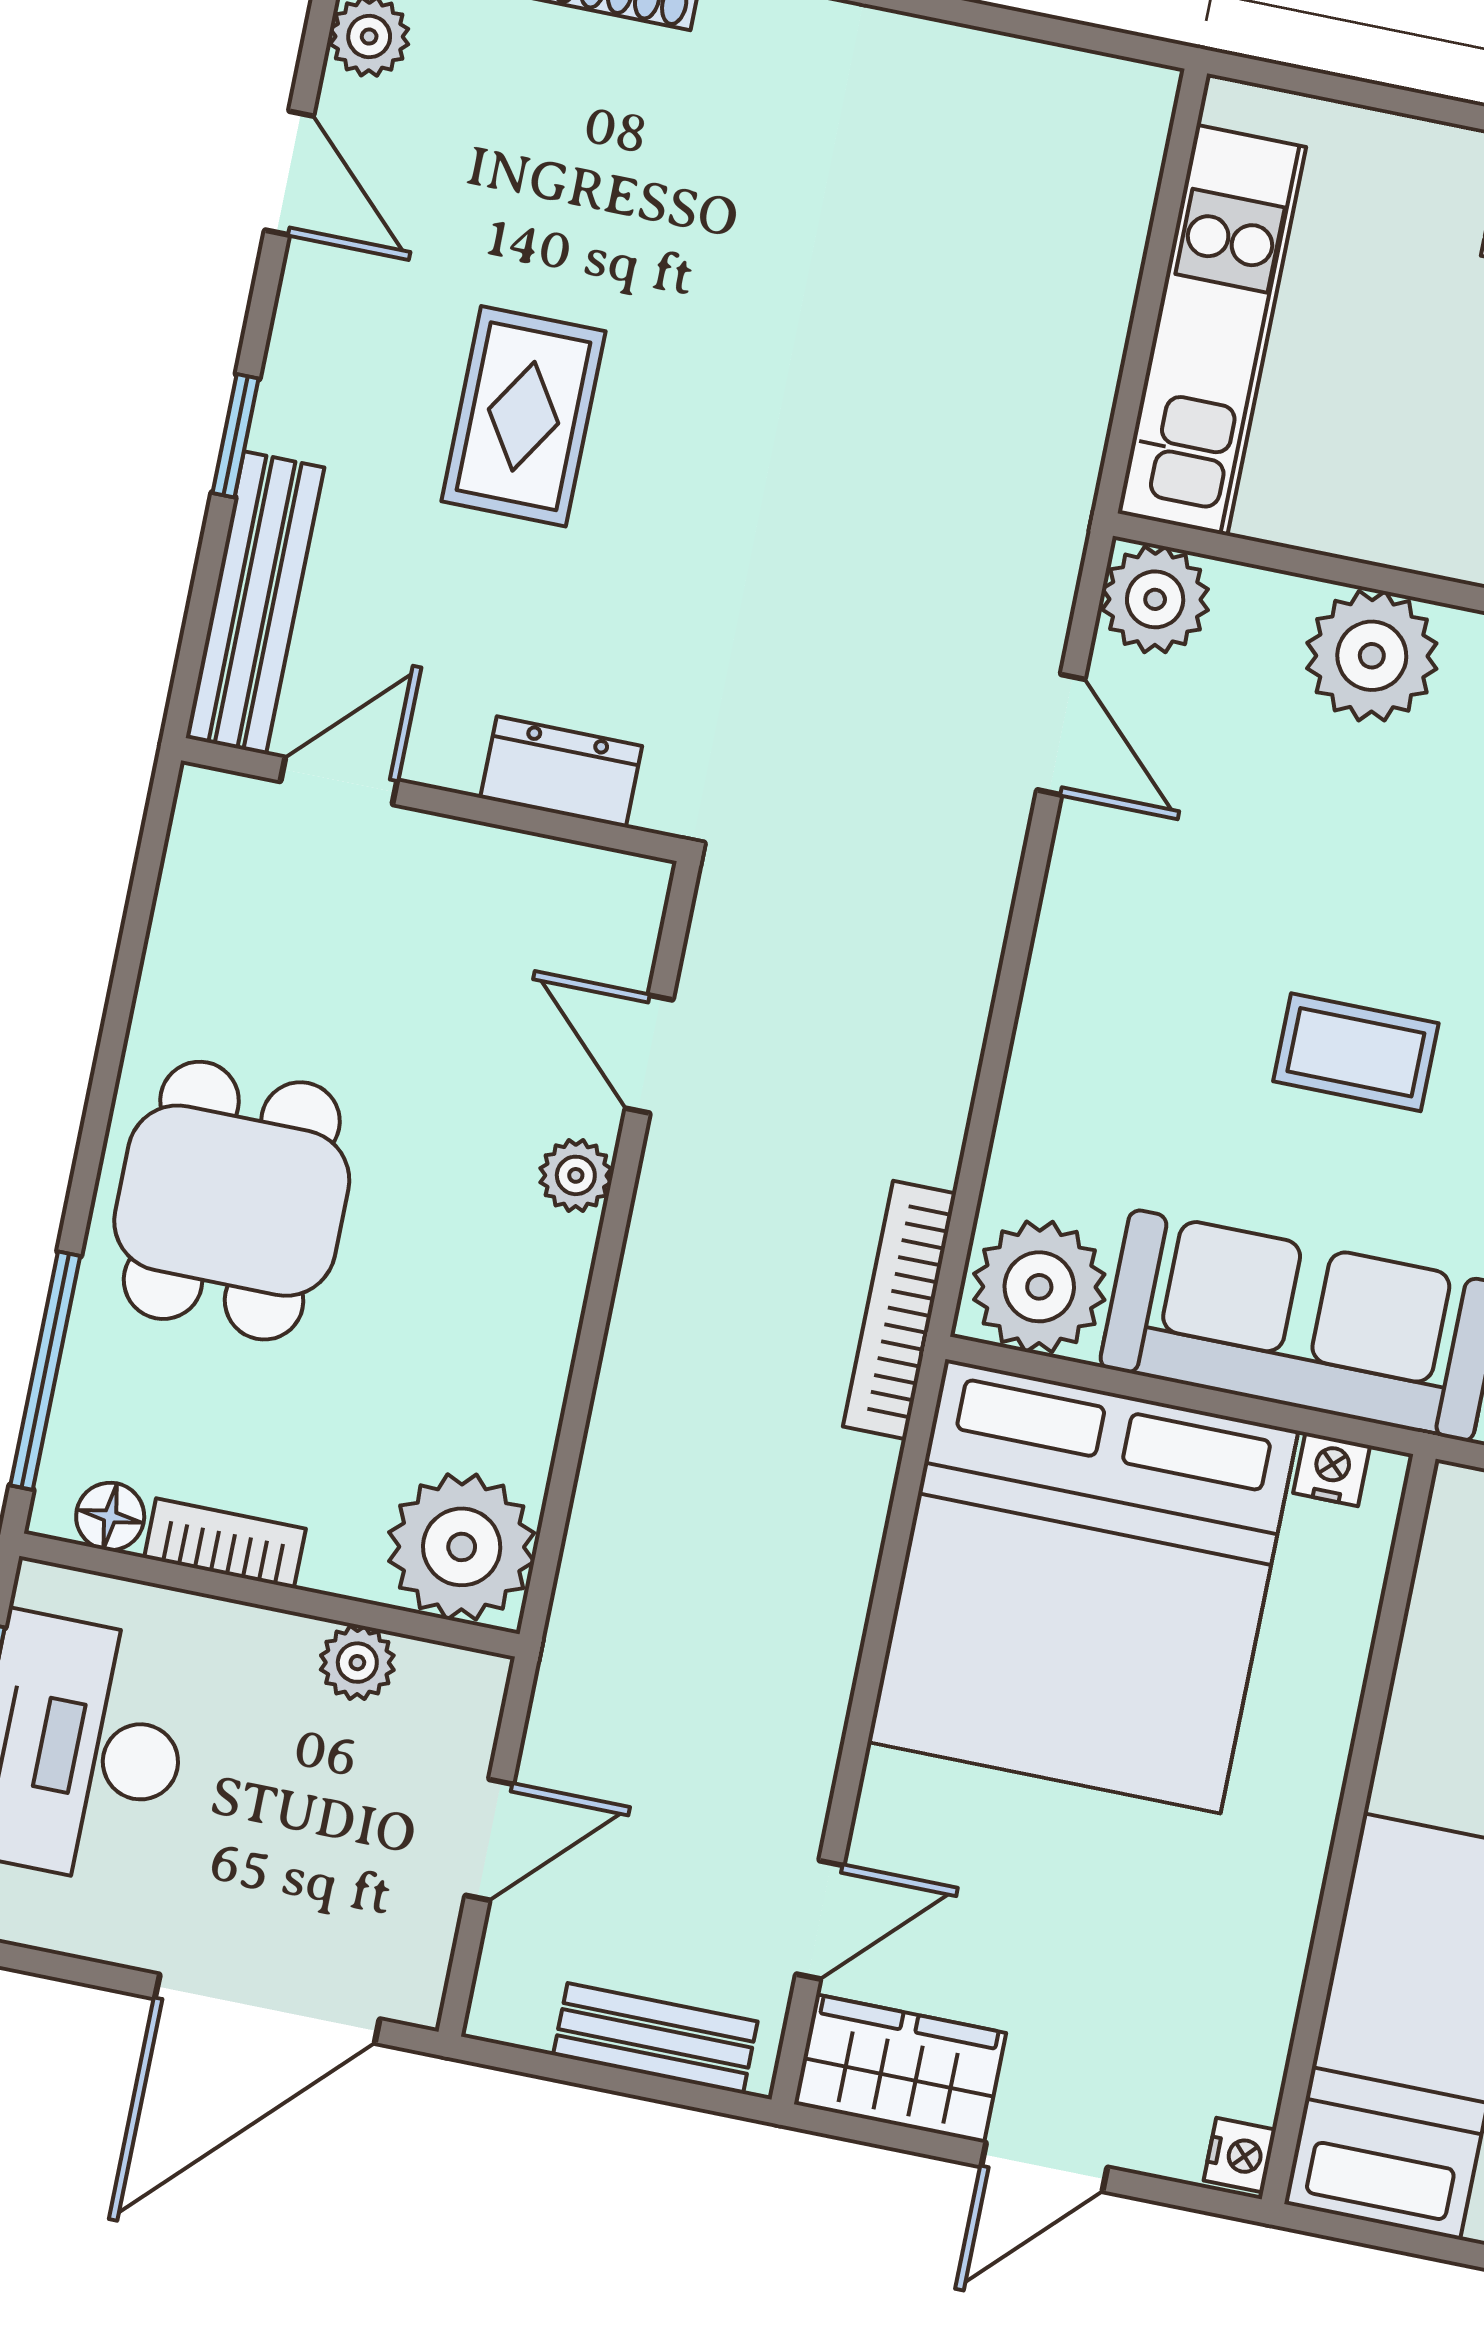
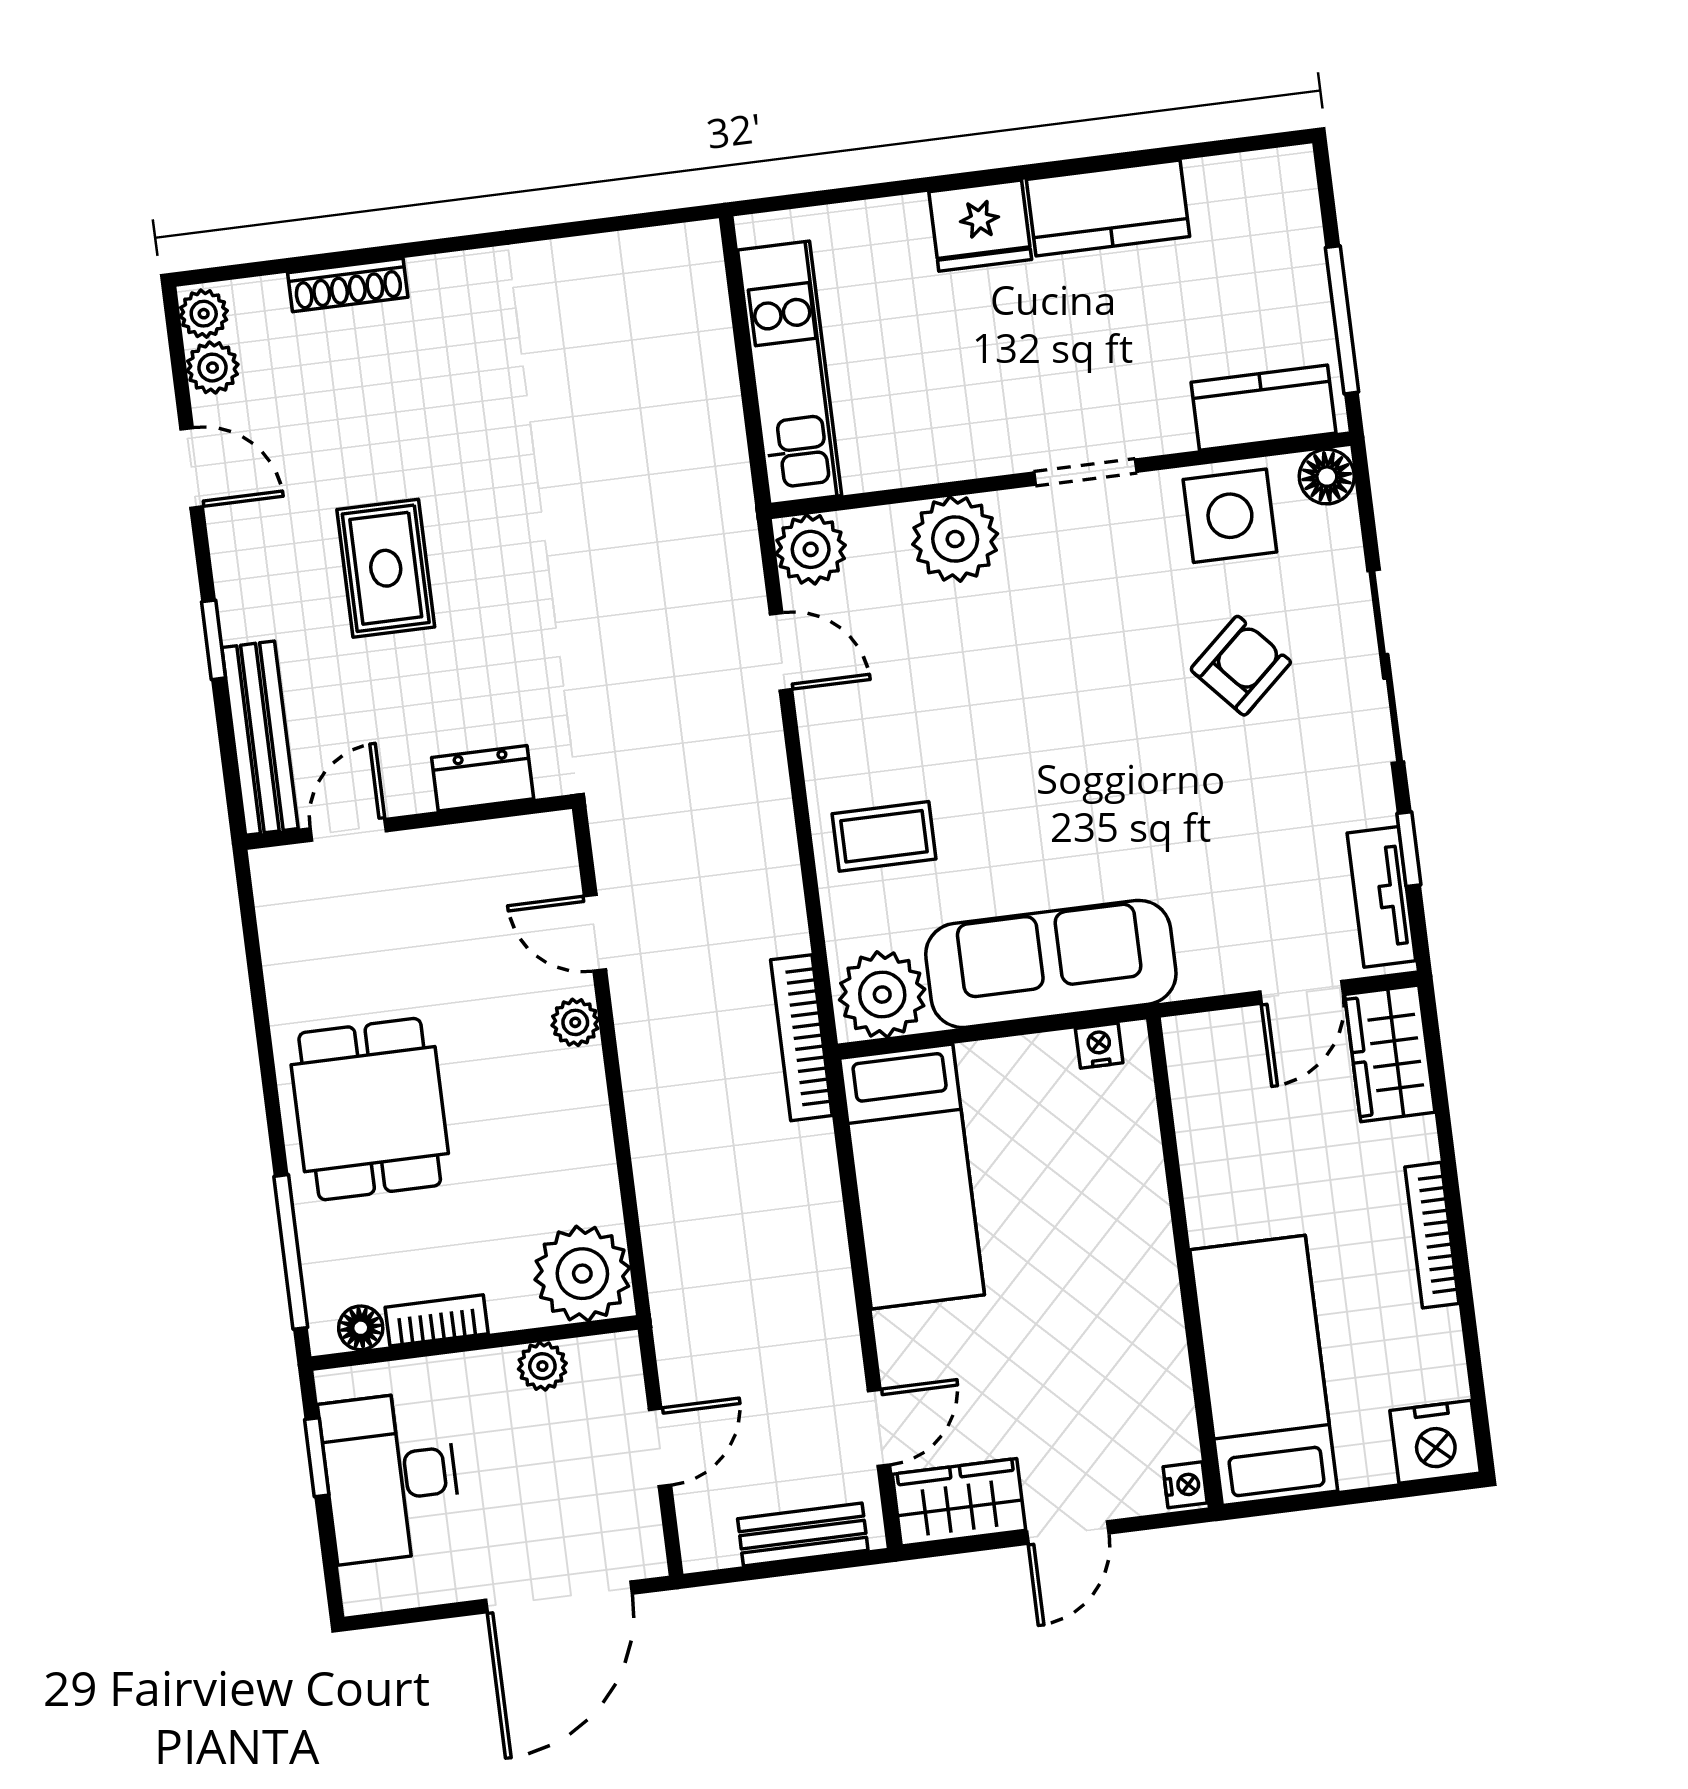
coffee table: (1356, 1052) -> (884, 836), moved
bed: (1083, 1586) -> (912, 1176), width x0.49

